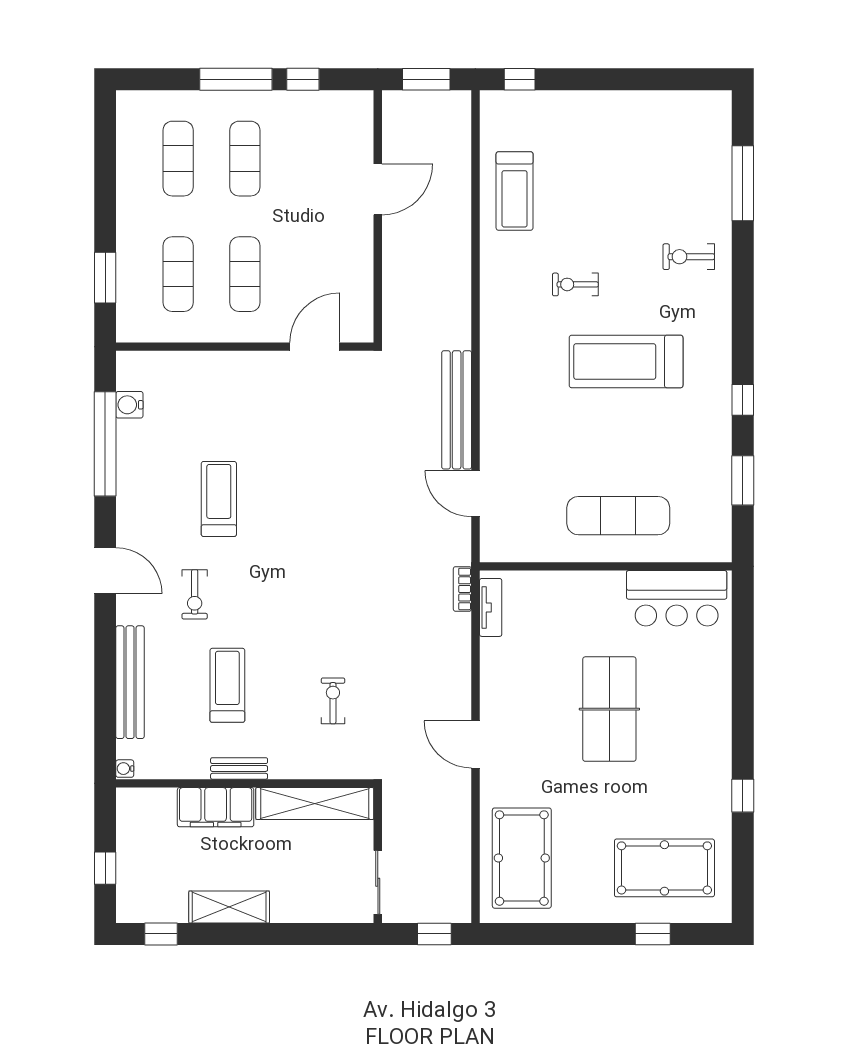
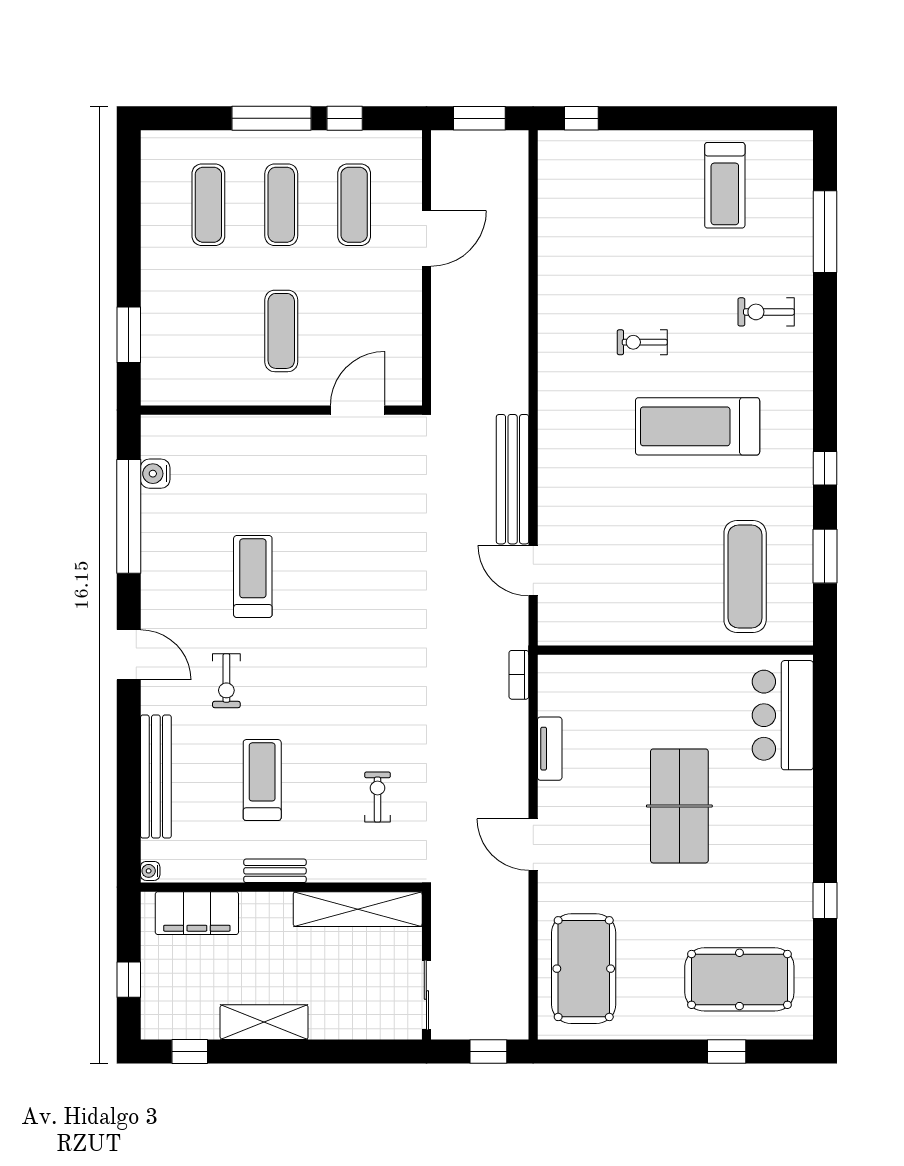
treadmill: (515, 191) -> (725, 185), moved
exercise mat: (178, 274) -> (354, 205), moved
exercise mat: (618, 516) -> (745, 577), moved, turned 90
bar counter: (677, 598) -> (783, 715), moved, turned 90
tv unit: (491, 607) -> (550, 749), moved
filing cabinet: (216, 807) -> (197, 913), moved

